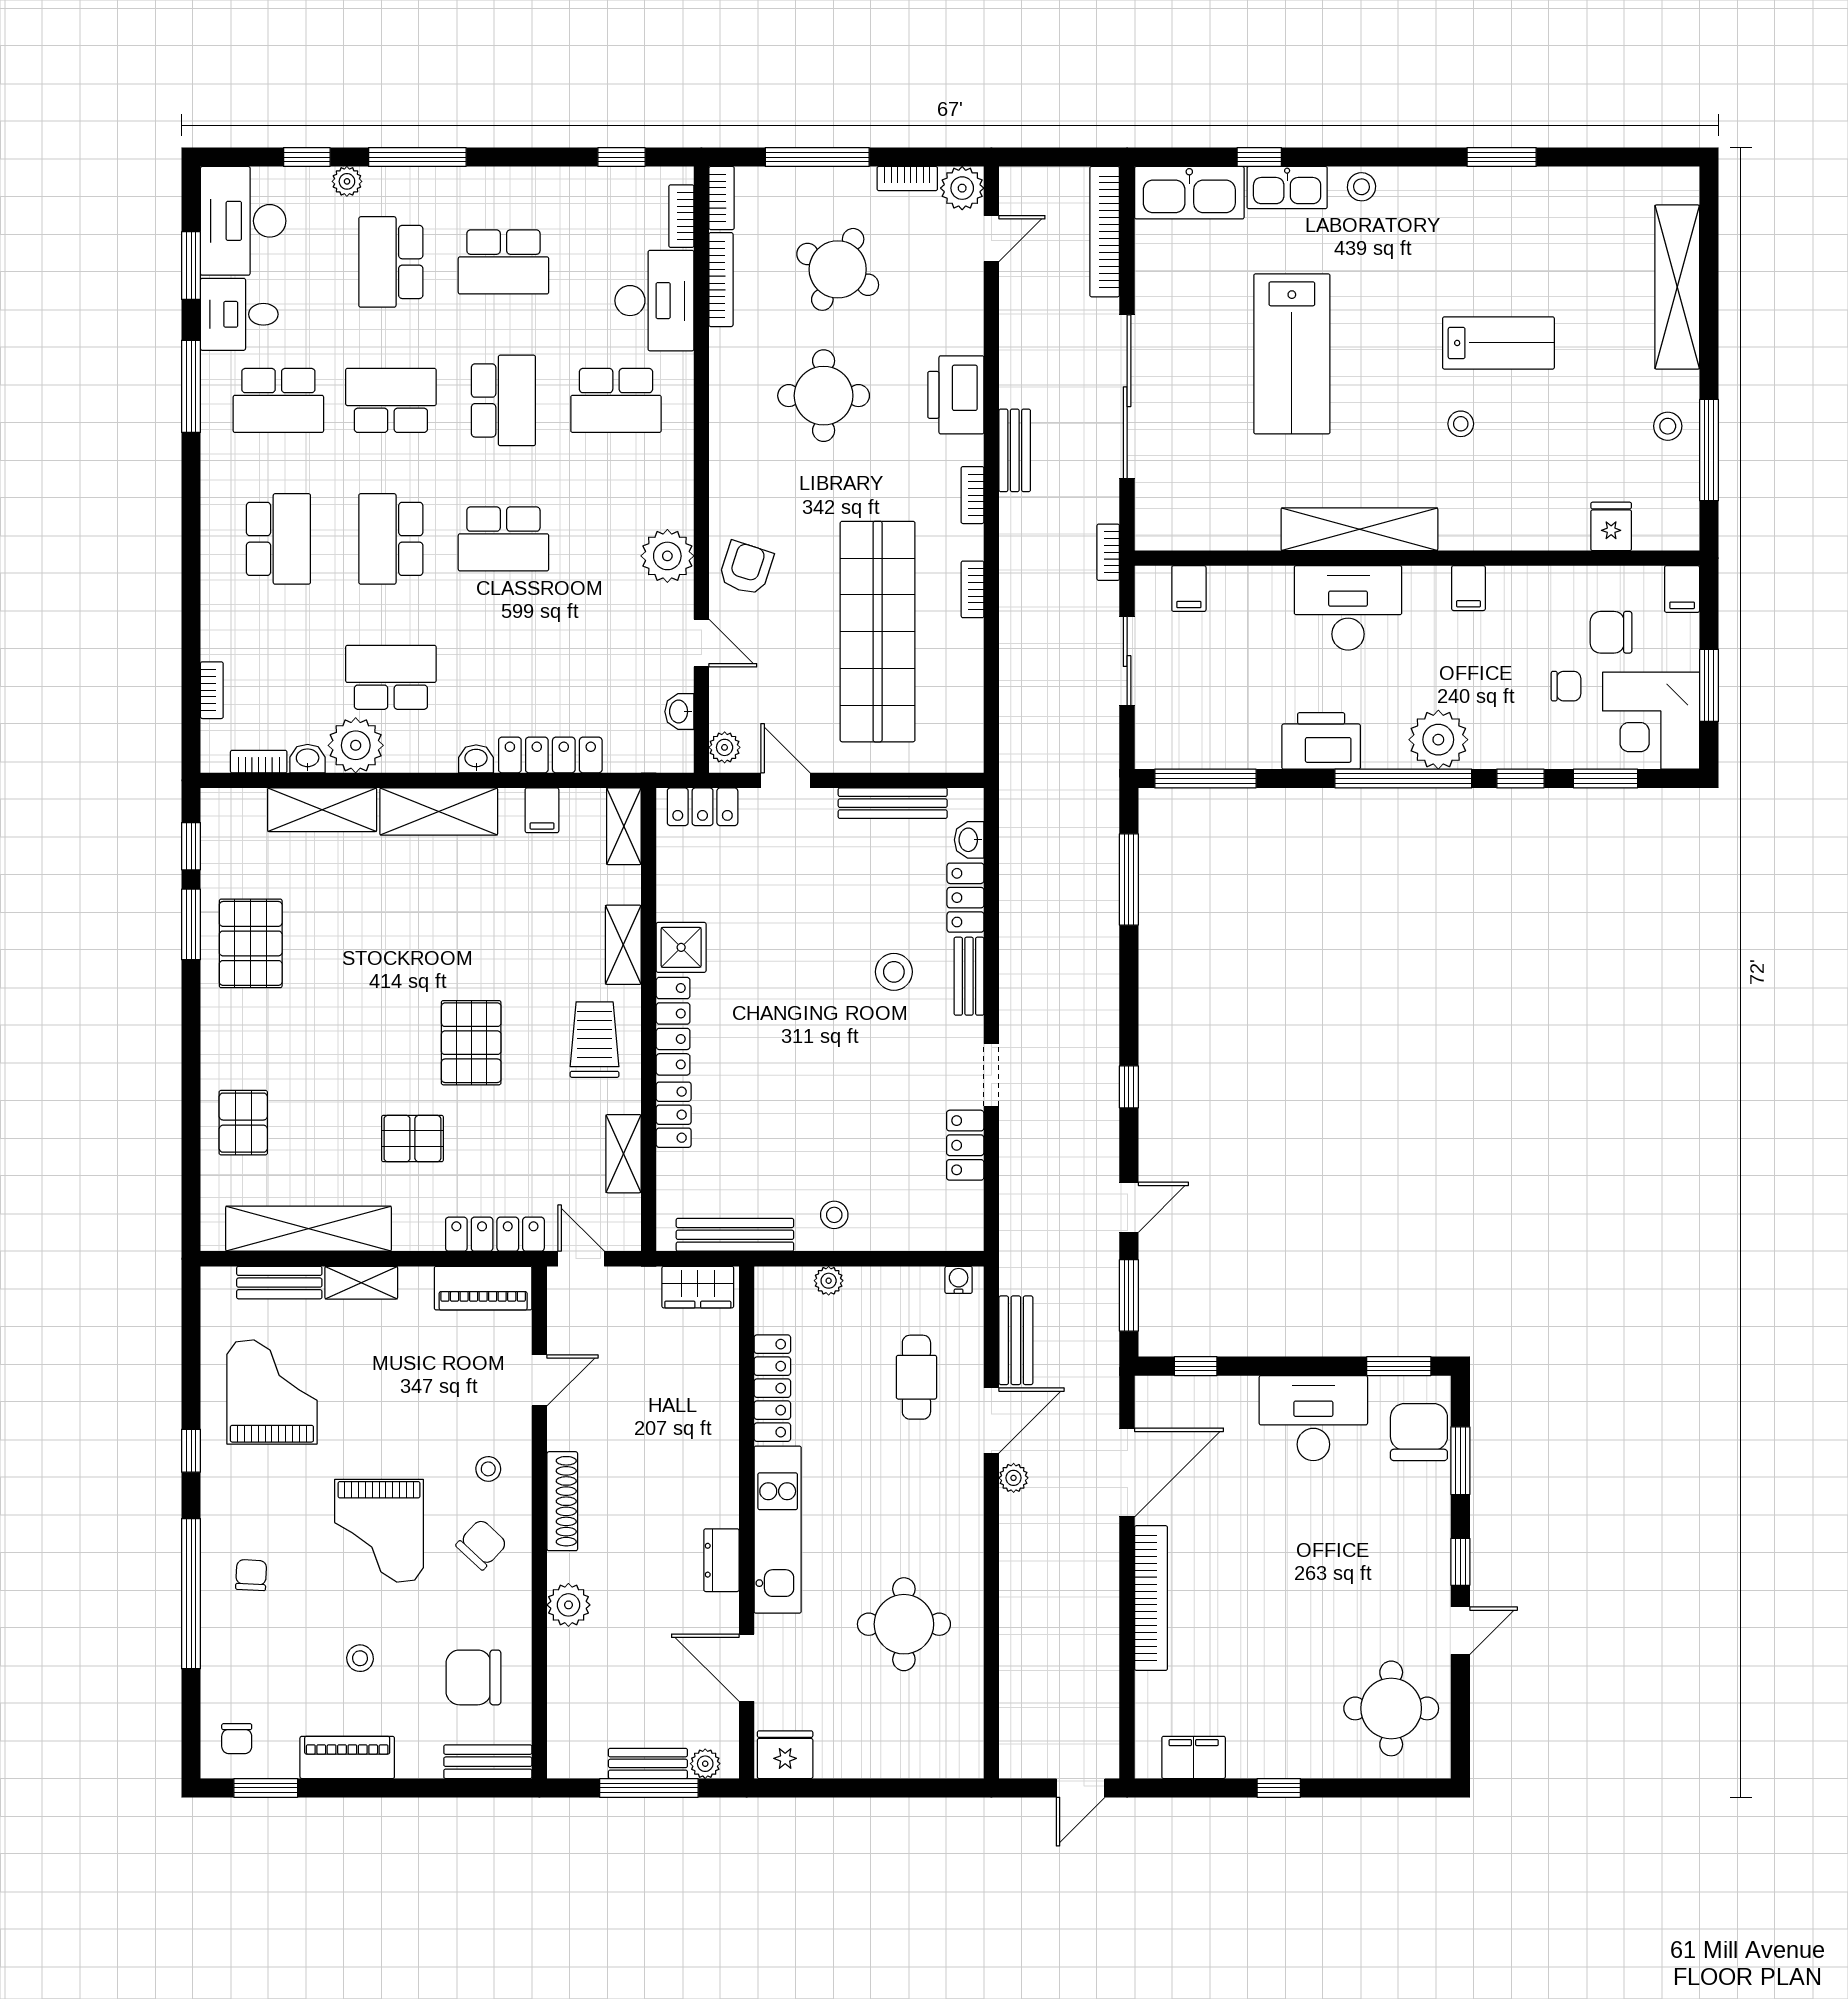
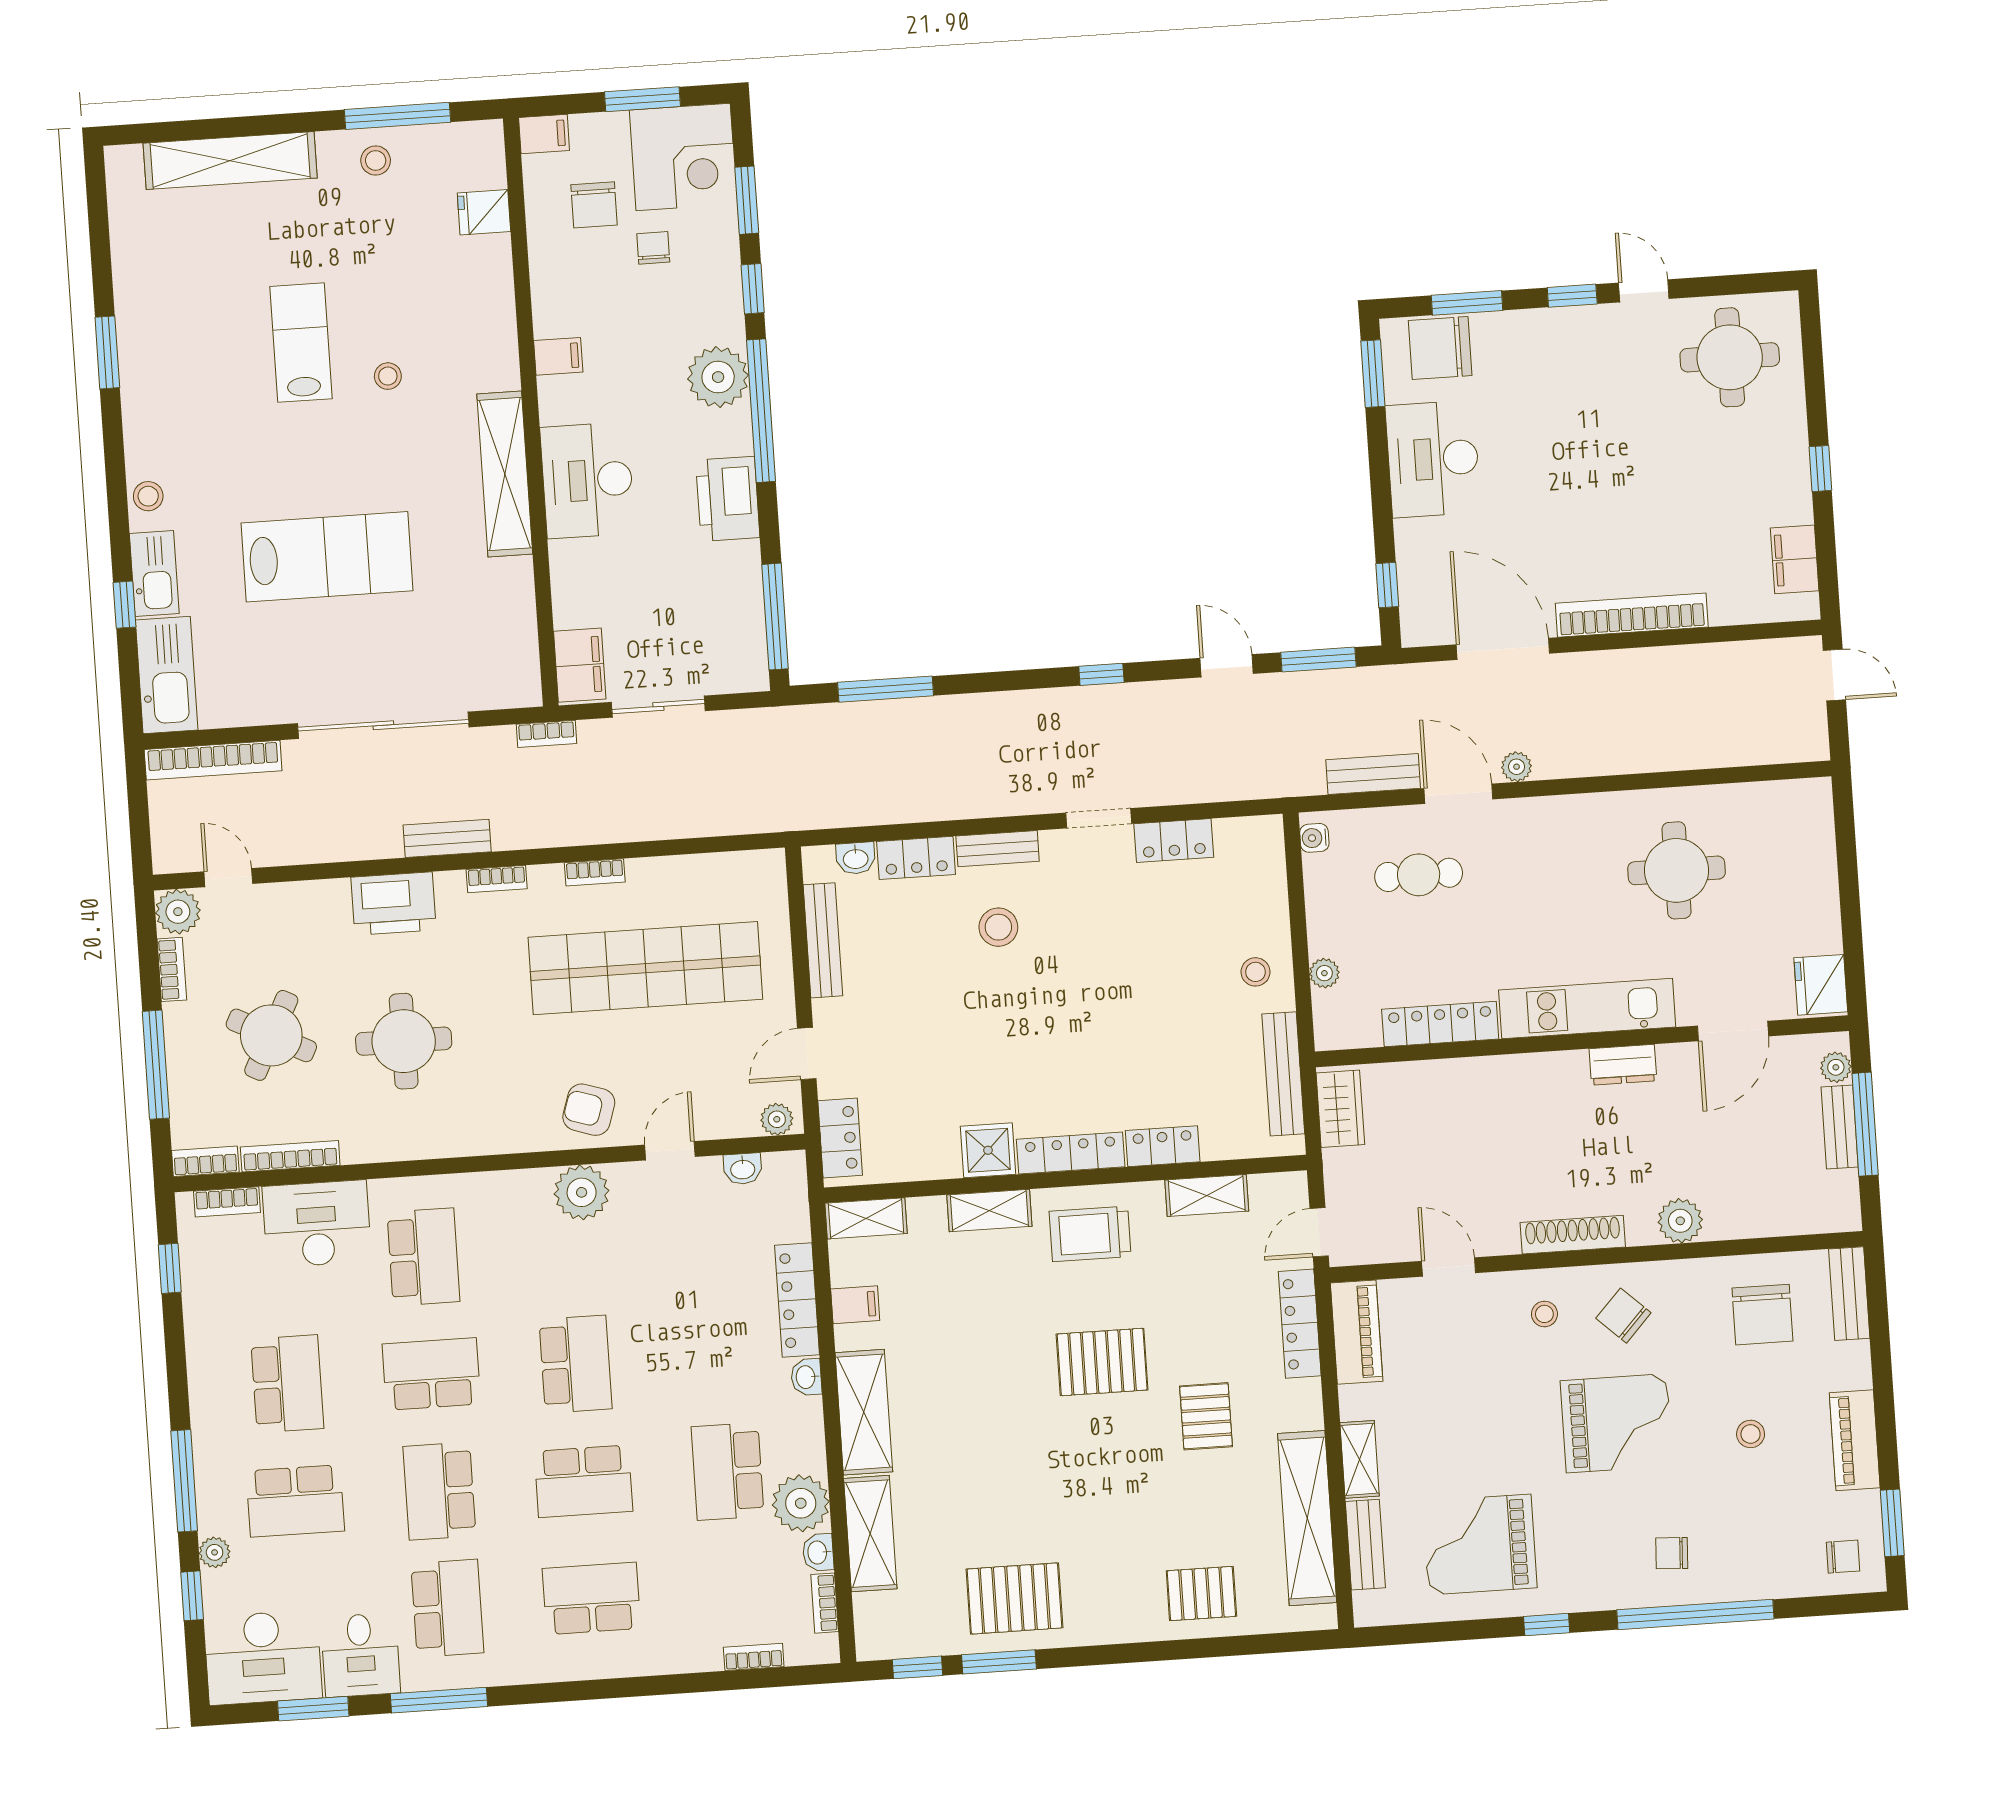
filing cabinet: (1189, 589) -> (580, 665), width x2.00

